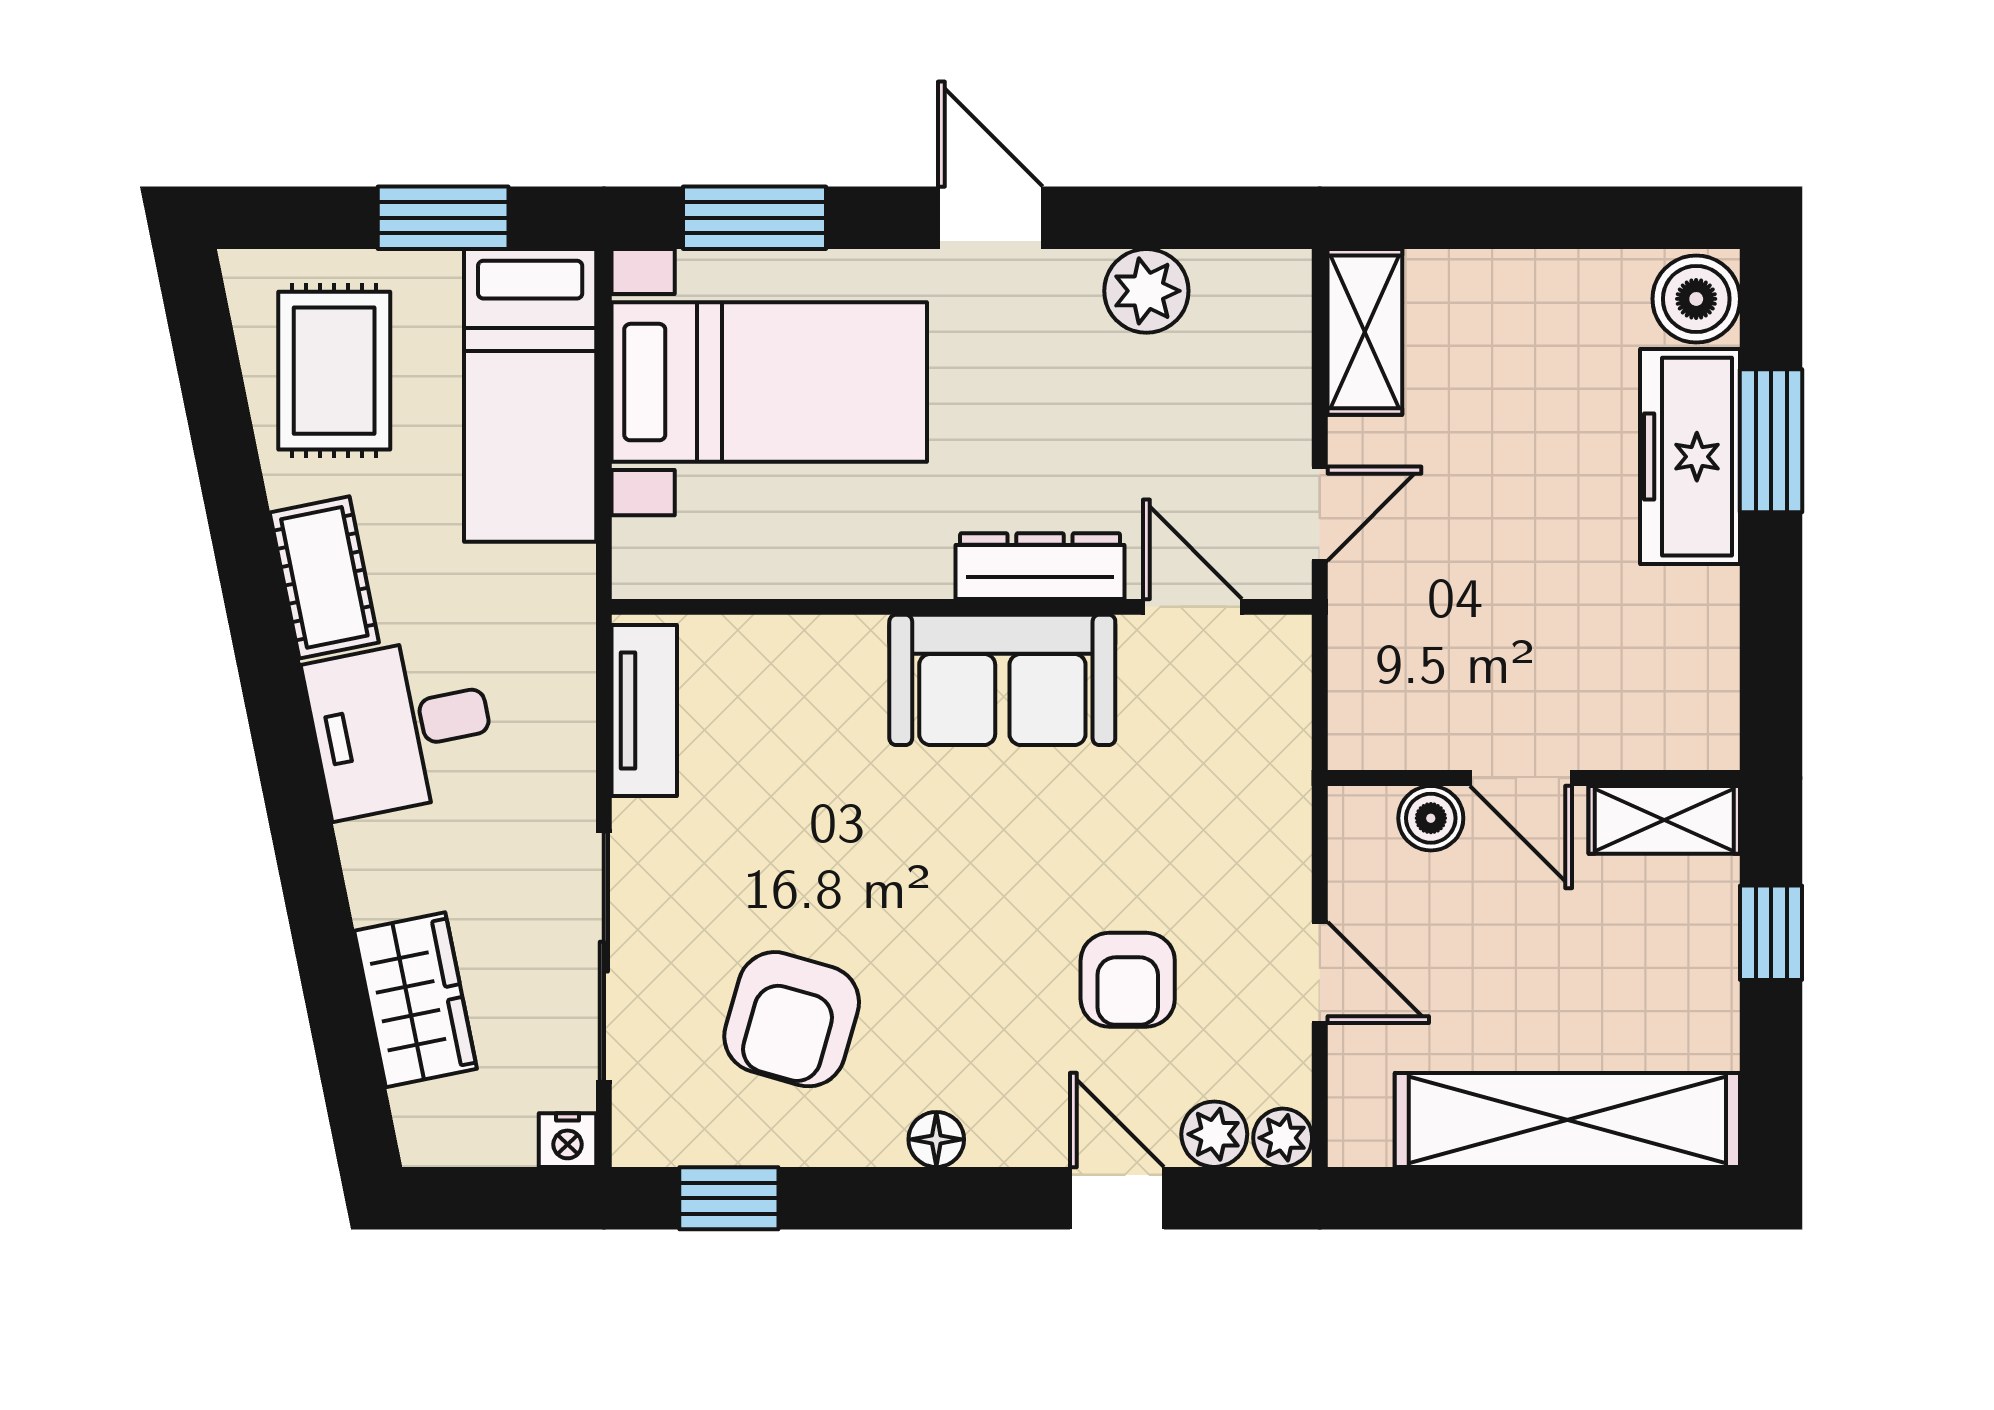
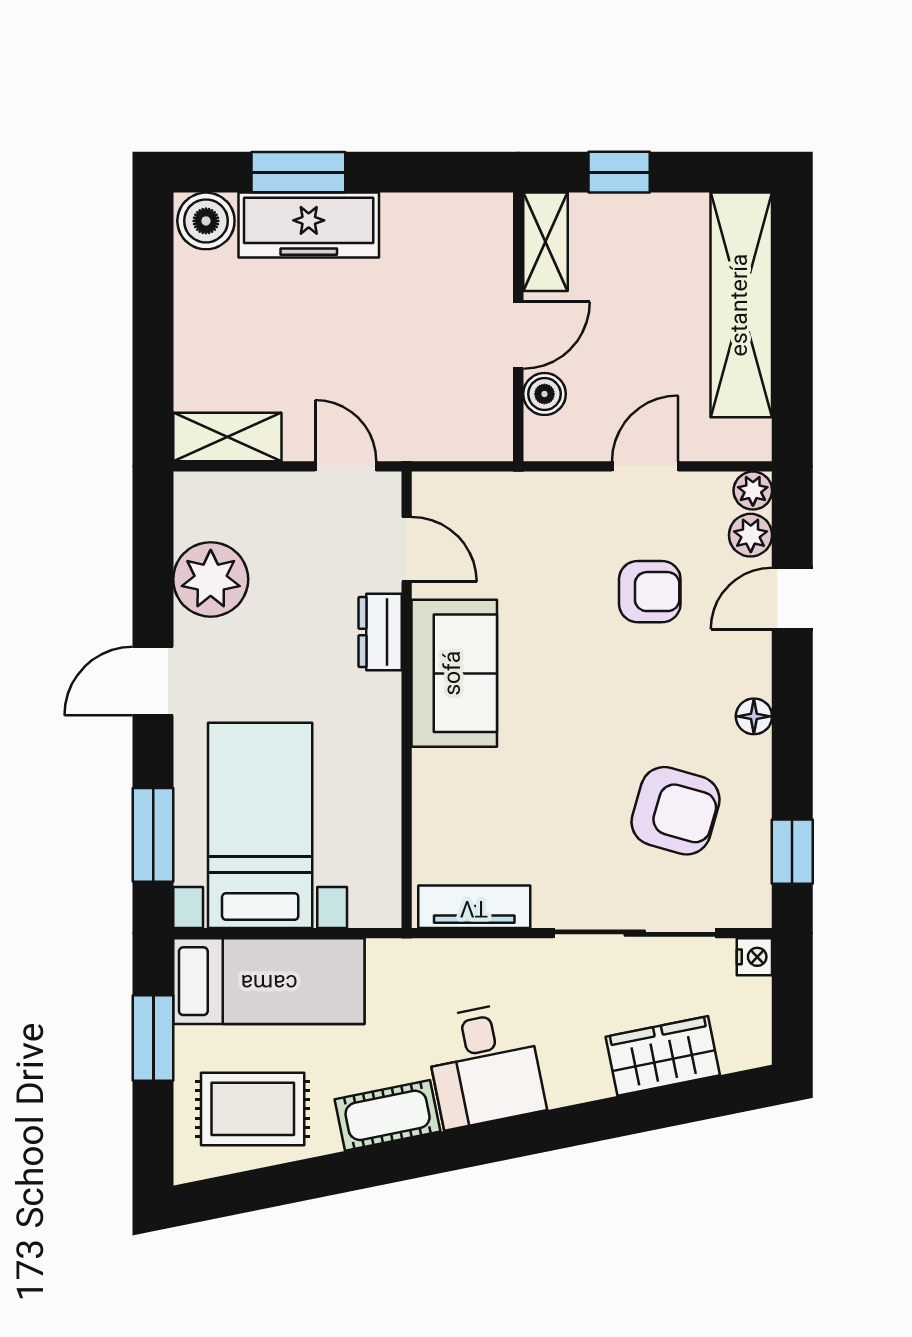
plant: (1146, 291) -> (211, 579), width x1.36, depth x1.36
dresser: (1040, 566) -> (380, 632), width x0.70
door: (1193, 607) -> (407, 549), swing flipped

